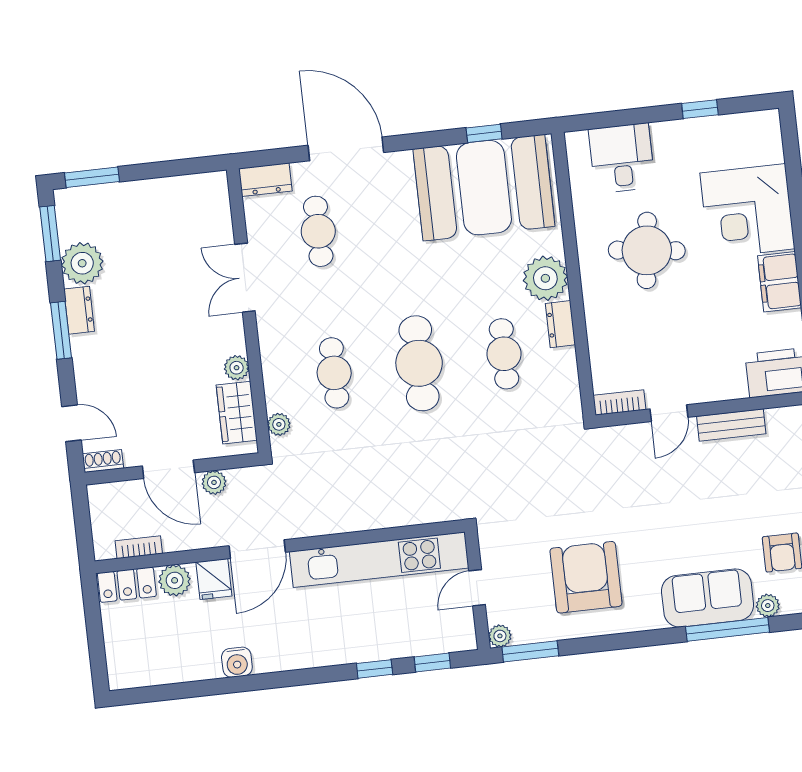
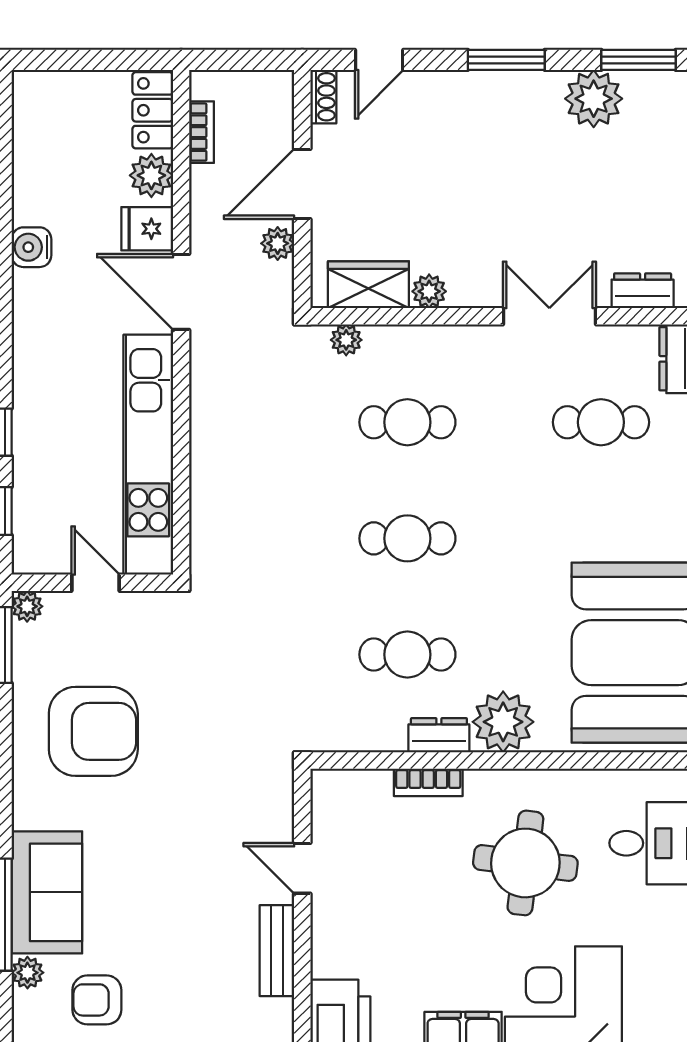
dresser: (79, 310) -> (643, 291), moved, turned 180
cafe table: (419, 363) -> (407, 538), width x0.73, depth x0.74
bookcase: (619, 403) -> (428, 782), moved, turned 90

